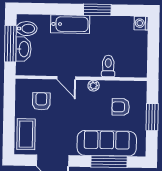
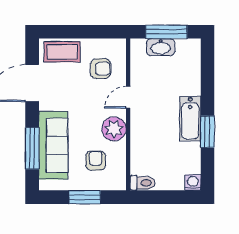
bathtub: (70, 24) -> (190, 119), moved
bidet: (27, 29) -> (184, 50), removed
toilet: (108, 66) -> (143, 183), moved
plant: (94, 86) -> (114, 129), width x1.87, depth x1.87

